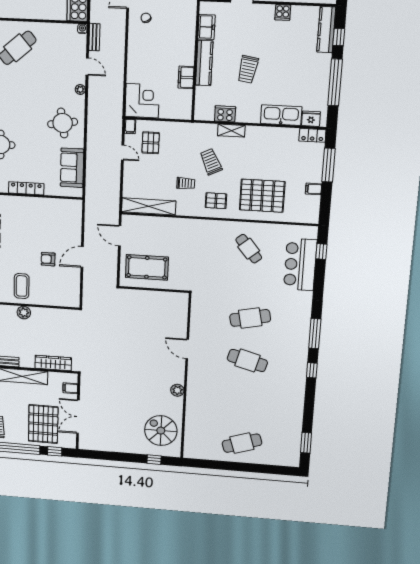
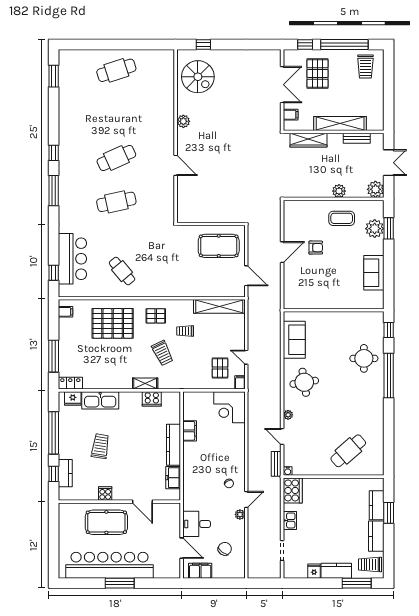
kitchen counter: (326, 30) -> (65, 473), width x0.67
trolley: (248, 69) -> (100, 446), moved
locker: (26, 188) -> (338, 317), removed
filing cabinet: (314, 189) -> (65, 312), moved
coffee table: (22, 286) -> (342, 218), turned 90
cafe table: (247, 360) -> (116, 158), turned -39
pallet: (43, 424) -> (318, 73), width x0.73, depth x0.71

